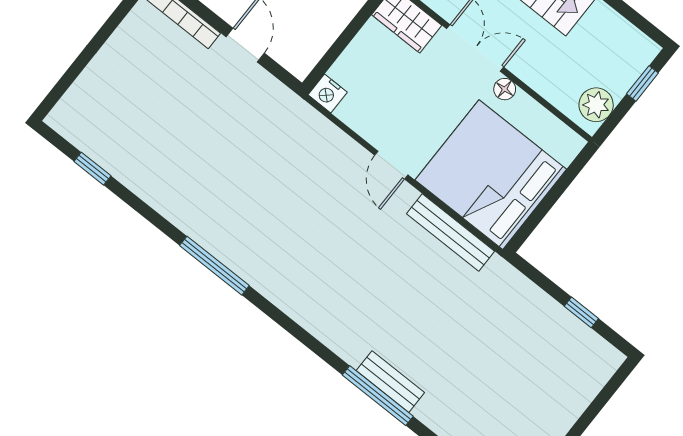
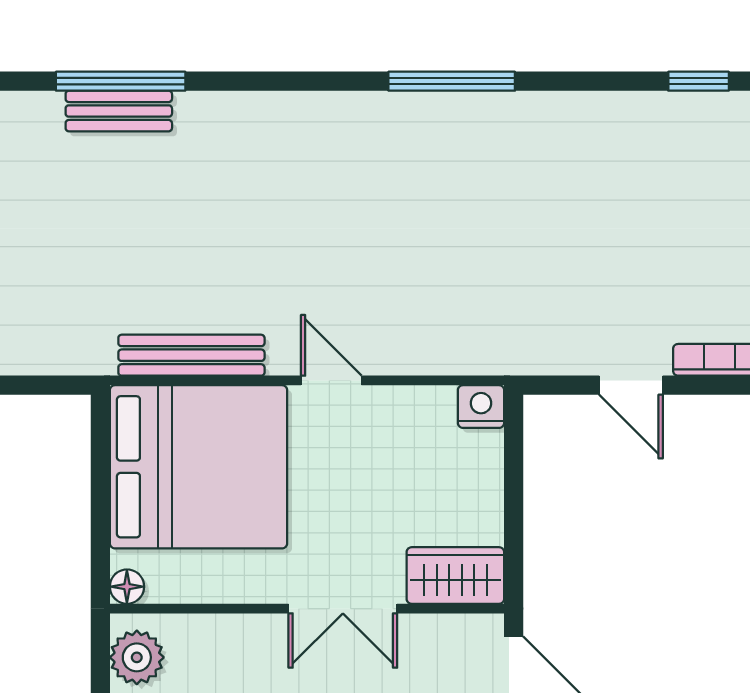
floor lamp: (505, 89) -> (127, 587), moved

